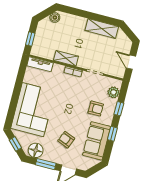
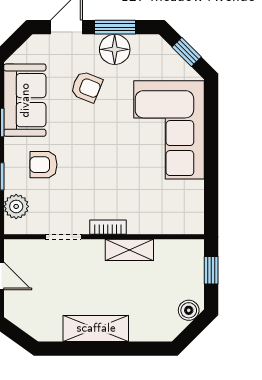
boiler: (55, 18) -> (189, 310), moved
shelving: (102, 28) -> (96, 328), moved
tv unit: (40, 64) -> (178, 225), removed
floor lamp: (36, 150) -> (115, 49), moved

